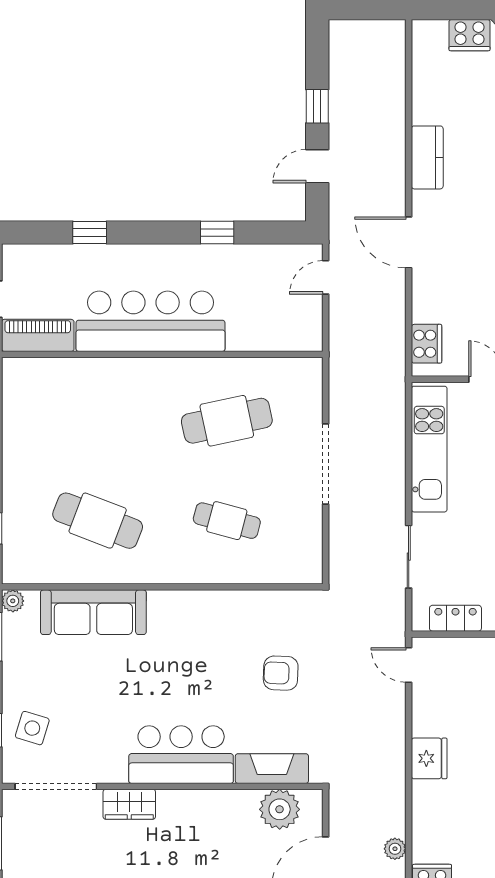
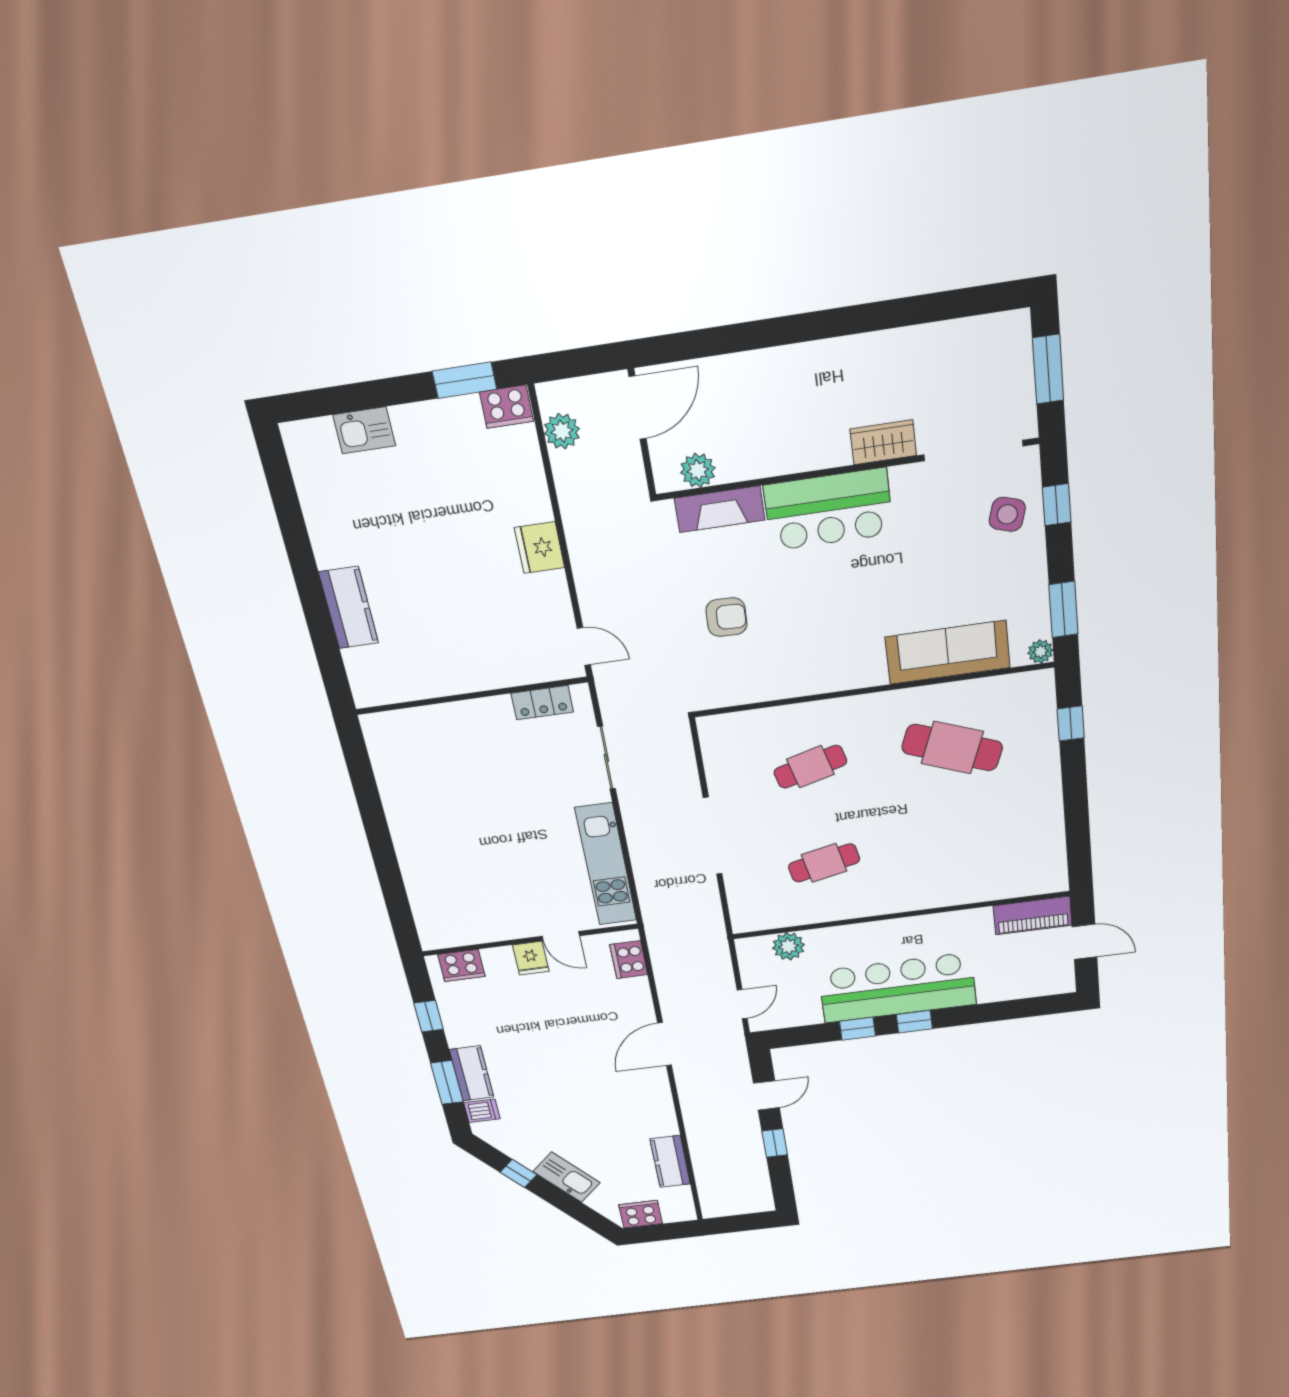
kitchen counter: (427, 157) -> (670, 1161), moved
window: (90, 232) -> (914, 1022), moved
door: (409, 242) -> (665, 1044), swing flipped
bar counter: (150, 321) -> (897, 988), moved, turned 180
plant: (272, 336) -> (789, 946), added
cafe table: (227, 421) -> (824, 863), width x0.73, depth x0.74
cafe table: (227, 521) -> (810, 767), turned -30
plant: (280, 809) -> (698, 470), width x0.73, depth x0.73
plant: (395, 849) -> (562, 431), width x1.38, depth x1.38

